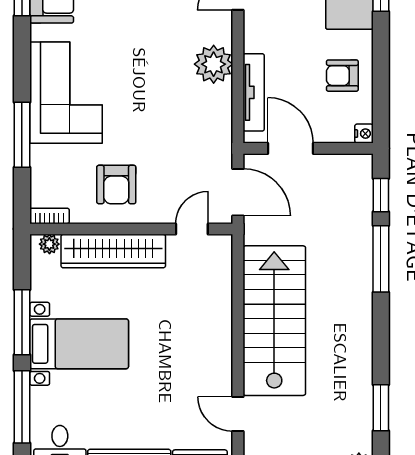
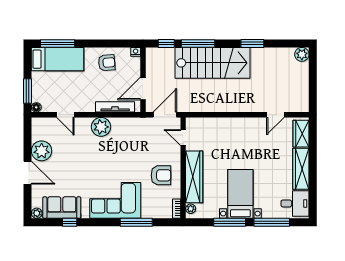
armchair: (342, 76) -> (107, 63), turned -94
stairs: (274, 321) -> (213, 63), moved, turned 180
window: (381, 408) -> (252, 43), moved

